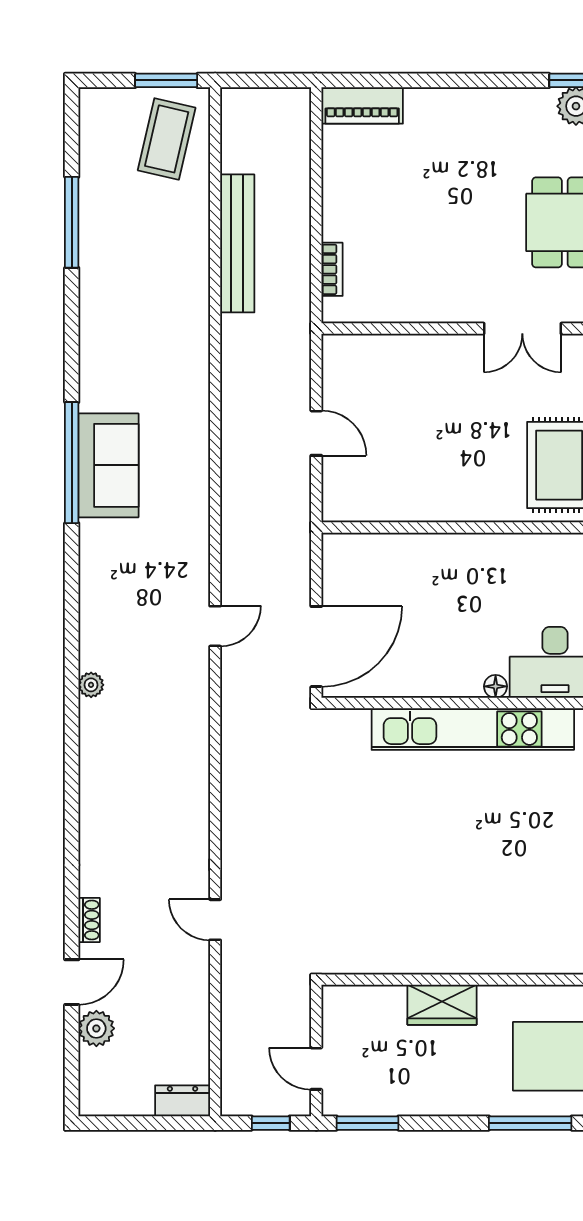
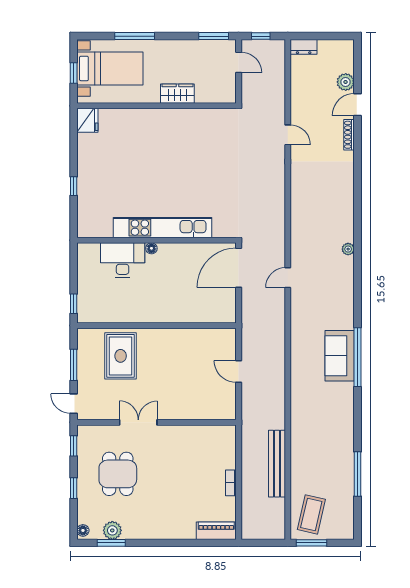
bookcase: (332, 269) -> (231, 483), moved
shoe rack: (89, 920) -> (349, 135), width x1.43

